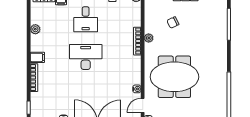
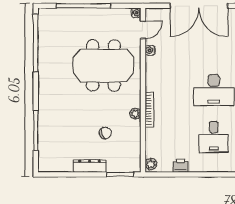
desk: (86, 19) -> (214, 137), turned 180

